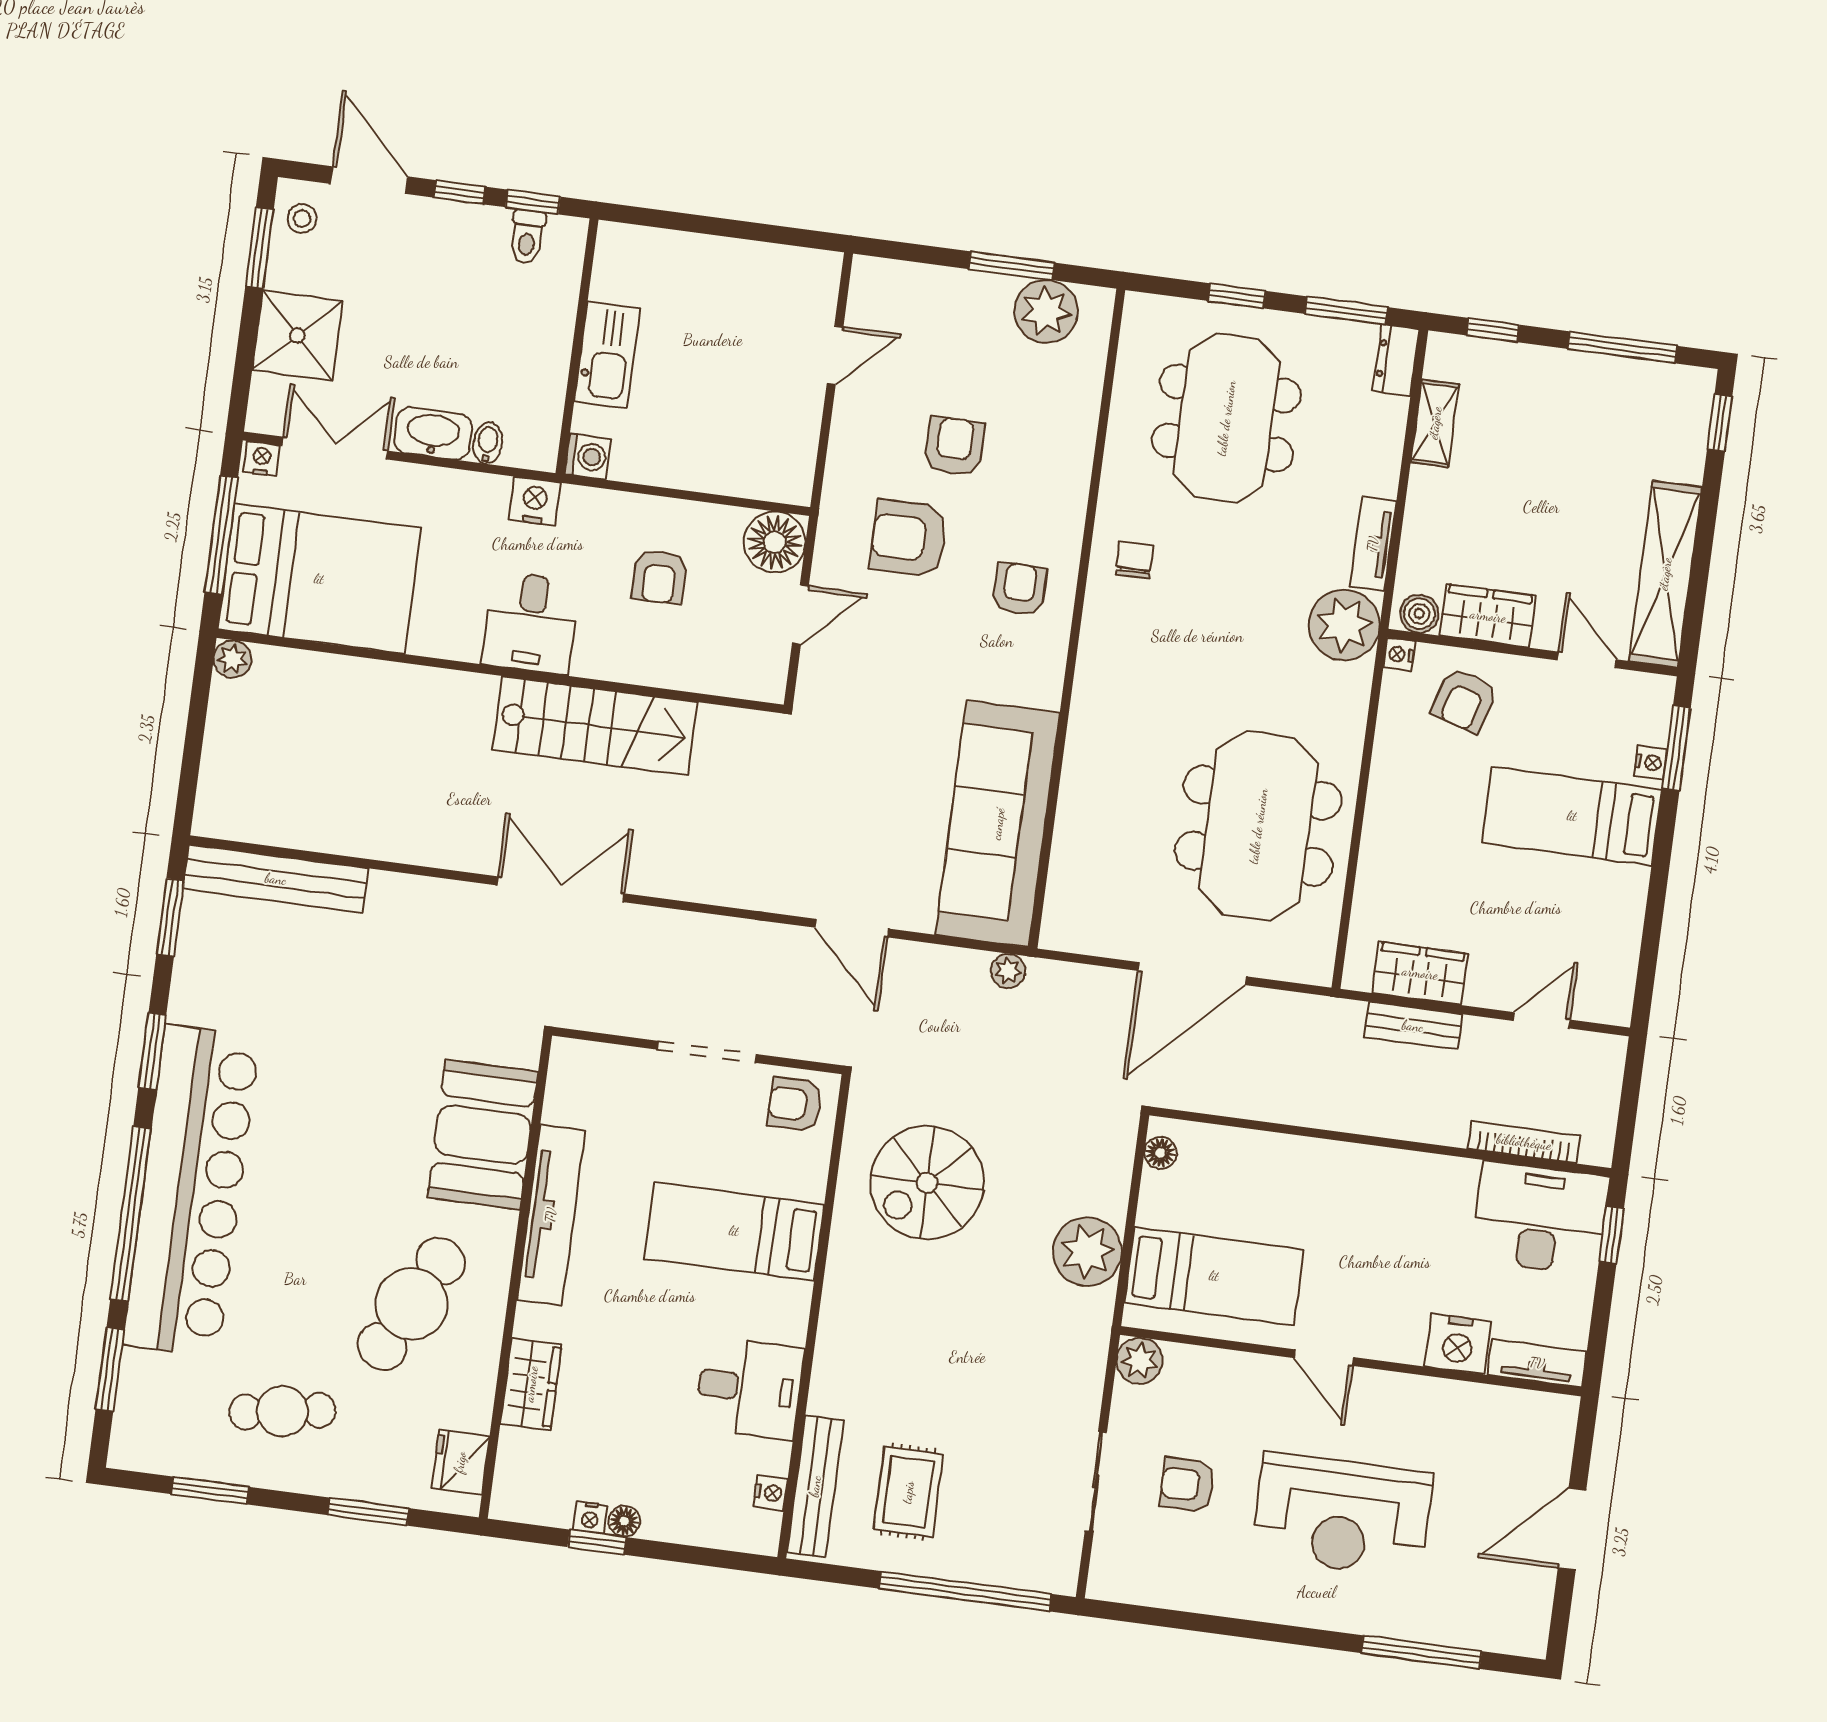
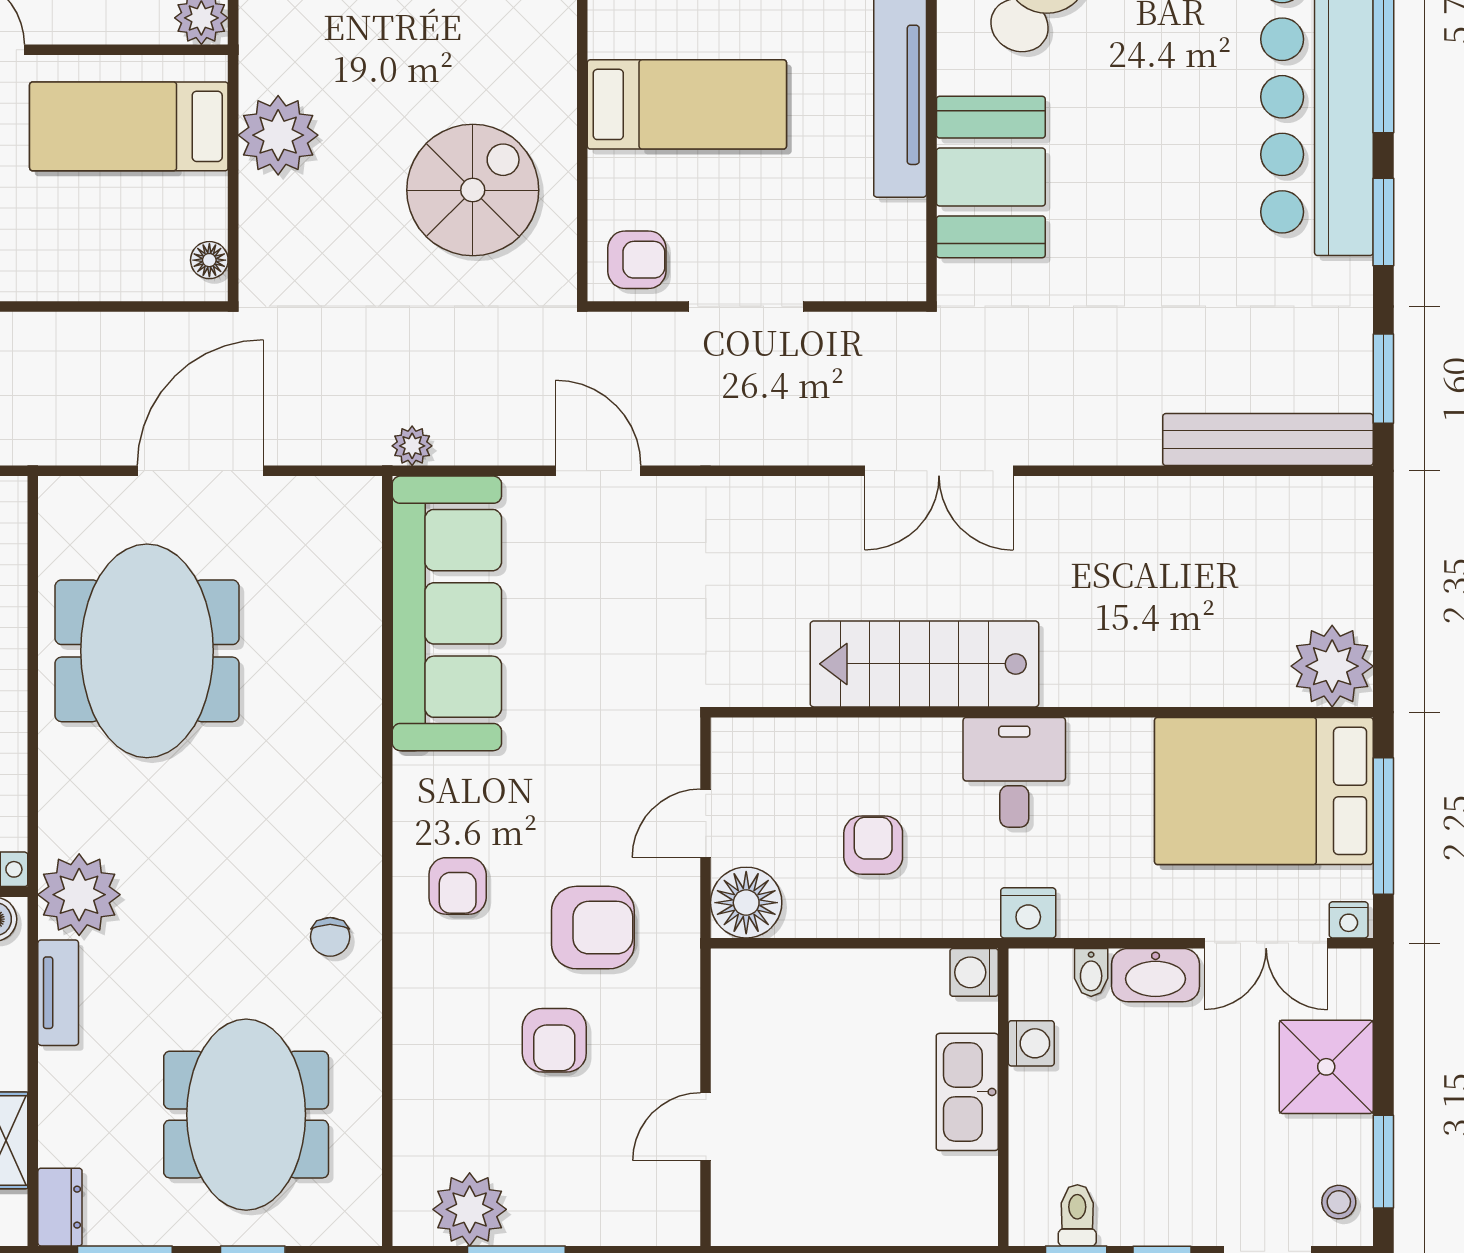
washing machine: (547, 389) -> (1031, 1043), added
plant: (233, 659) -> (1332, 666), width x1.88, depth x1.88

